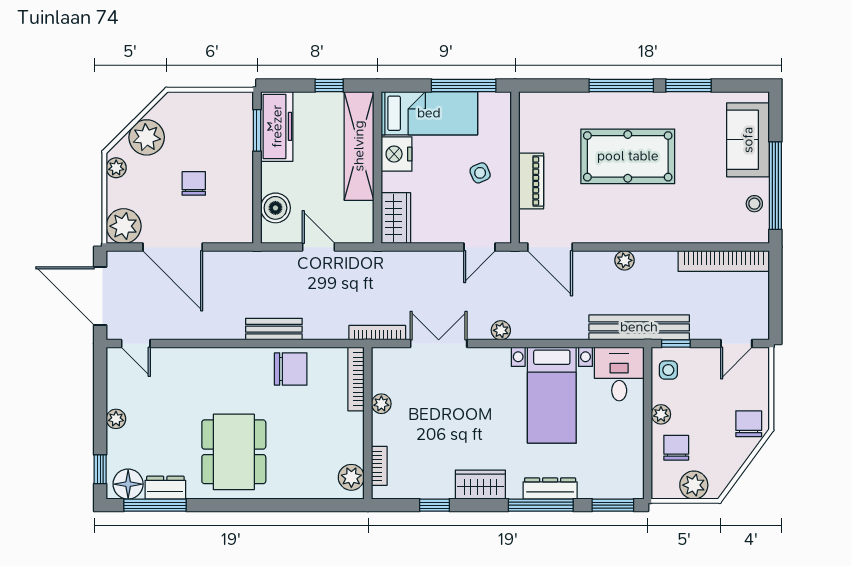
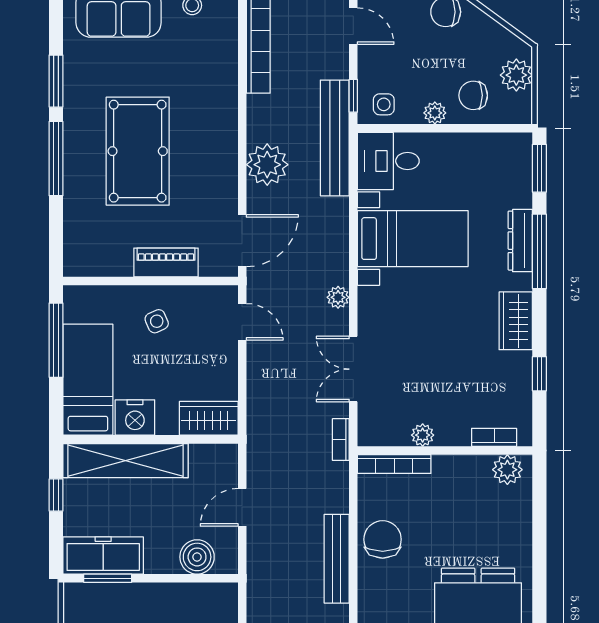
plant: (625, 260) -> (267, 165), width x1.88, depth x1.88
bench: (274, 329) -> (337, 559), width x1.36
bookcase: (377, 333) -> (341, 440), width x0.64

